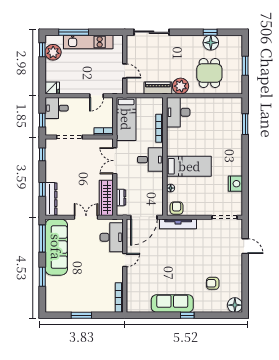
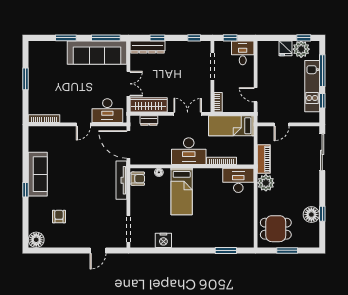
window: (102, 32) -> (322, 101), added
dining table: (209, 73) -> (276, 229), moved
fridge: (52, 88) -> (286, 48), moved
desk: (150, 160) -> (189, 151), width x1.37
door: (125, 260) -> (83, 124), hinge flipped

